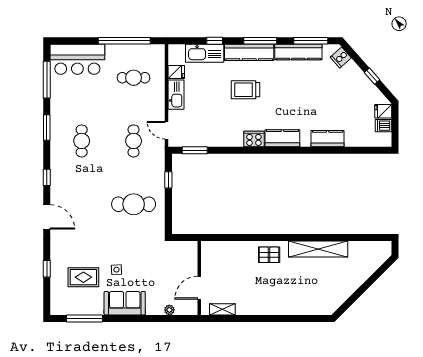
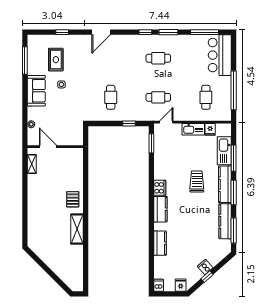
window: (215, 41) -> (234, 158), width x2.17
cooker: (341, 58) -> (205, 267), moved
dishwasher: (384, 126) -> (159, 285), moved
window: (47, 177) -> (145, 32), moved
cafe table: (134, 204) -> (111, 97), width x0.73, depth x0.74
shelving: (318, 249) -> (77, 229), width x0.68

